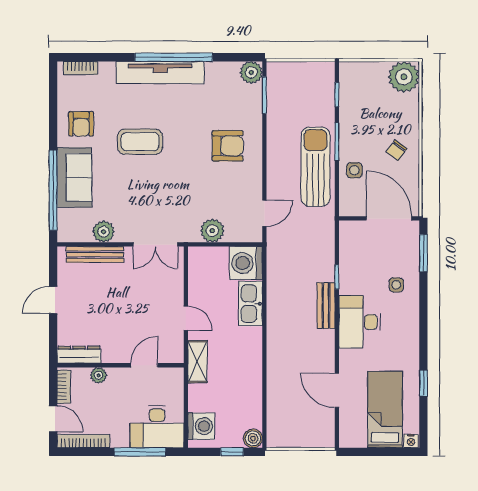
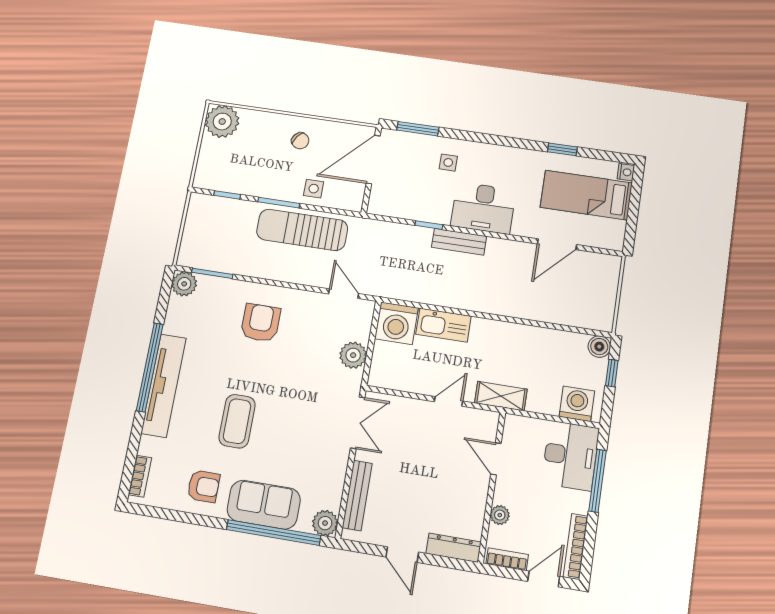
plant: (104, 232) -> (325, 523), moved
dresser: (79, 355) -> (453, 548), moved, turned 90

